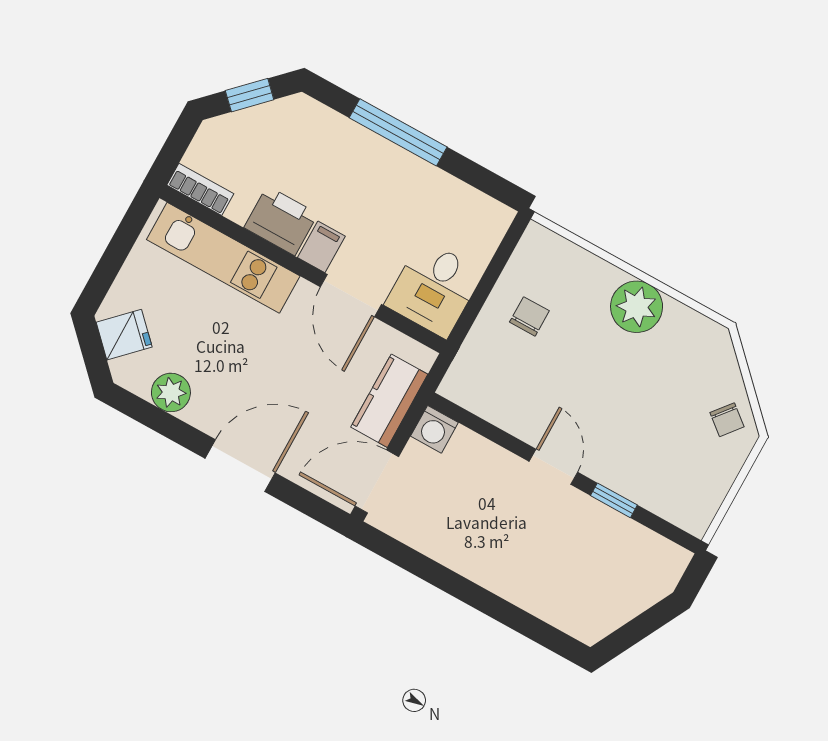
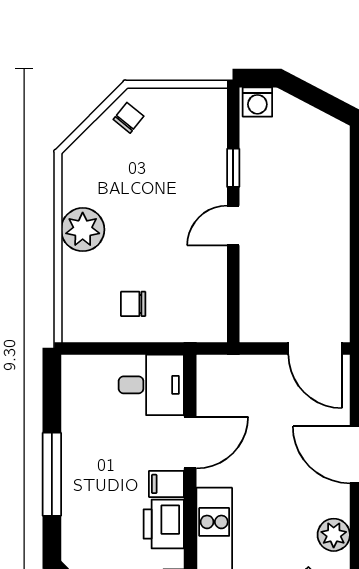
kitchen counter: (389, 401) -> (251, 372), removed
washing machine: (434, 429) -> (257, 102), moved, turned 90

